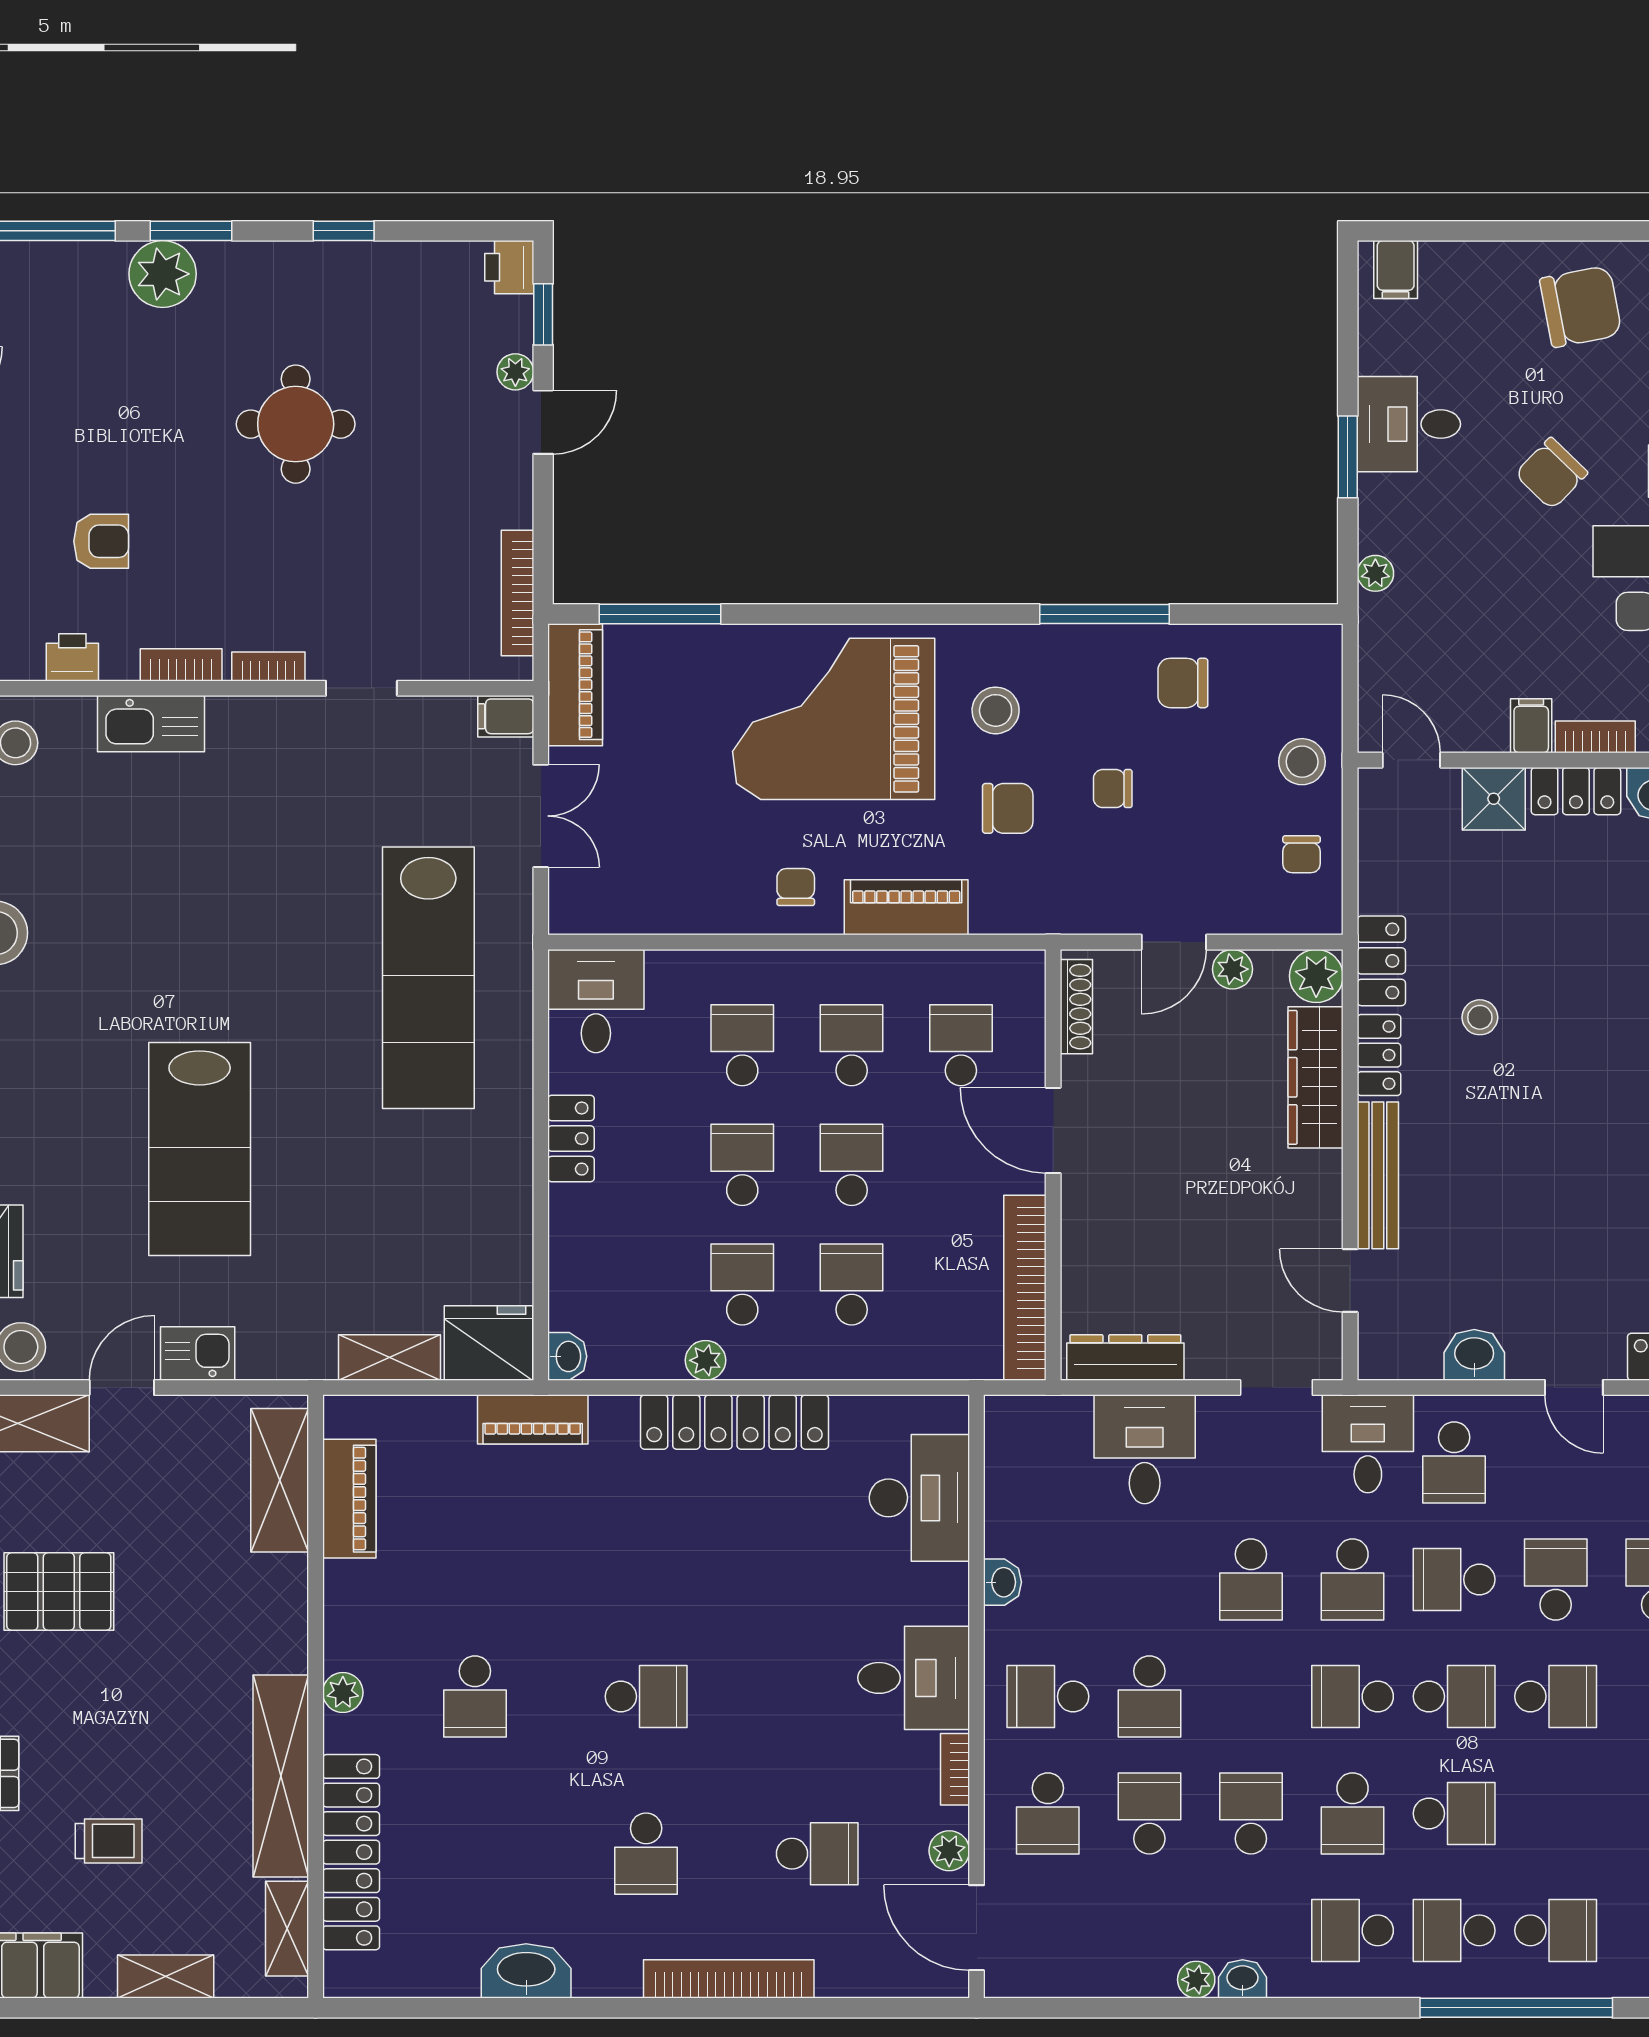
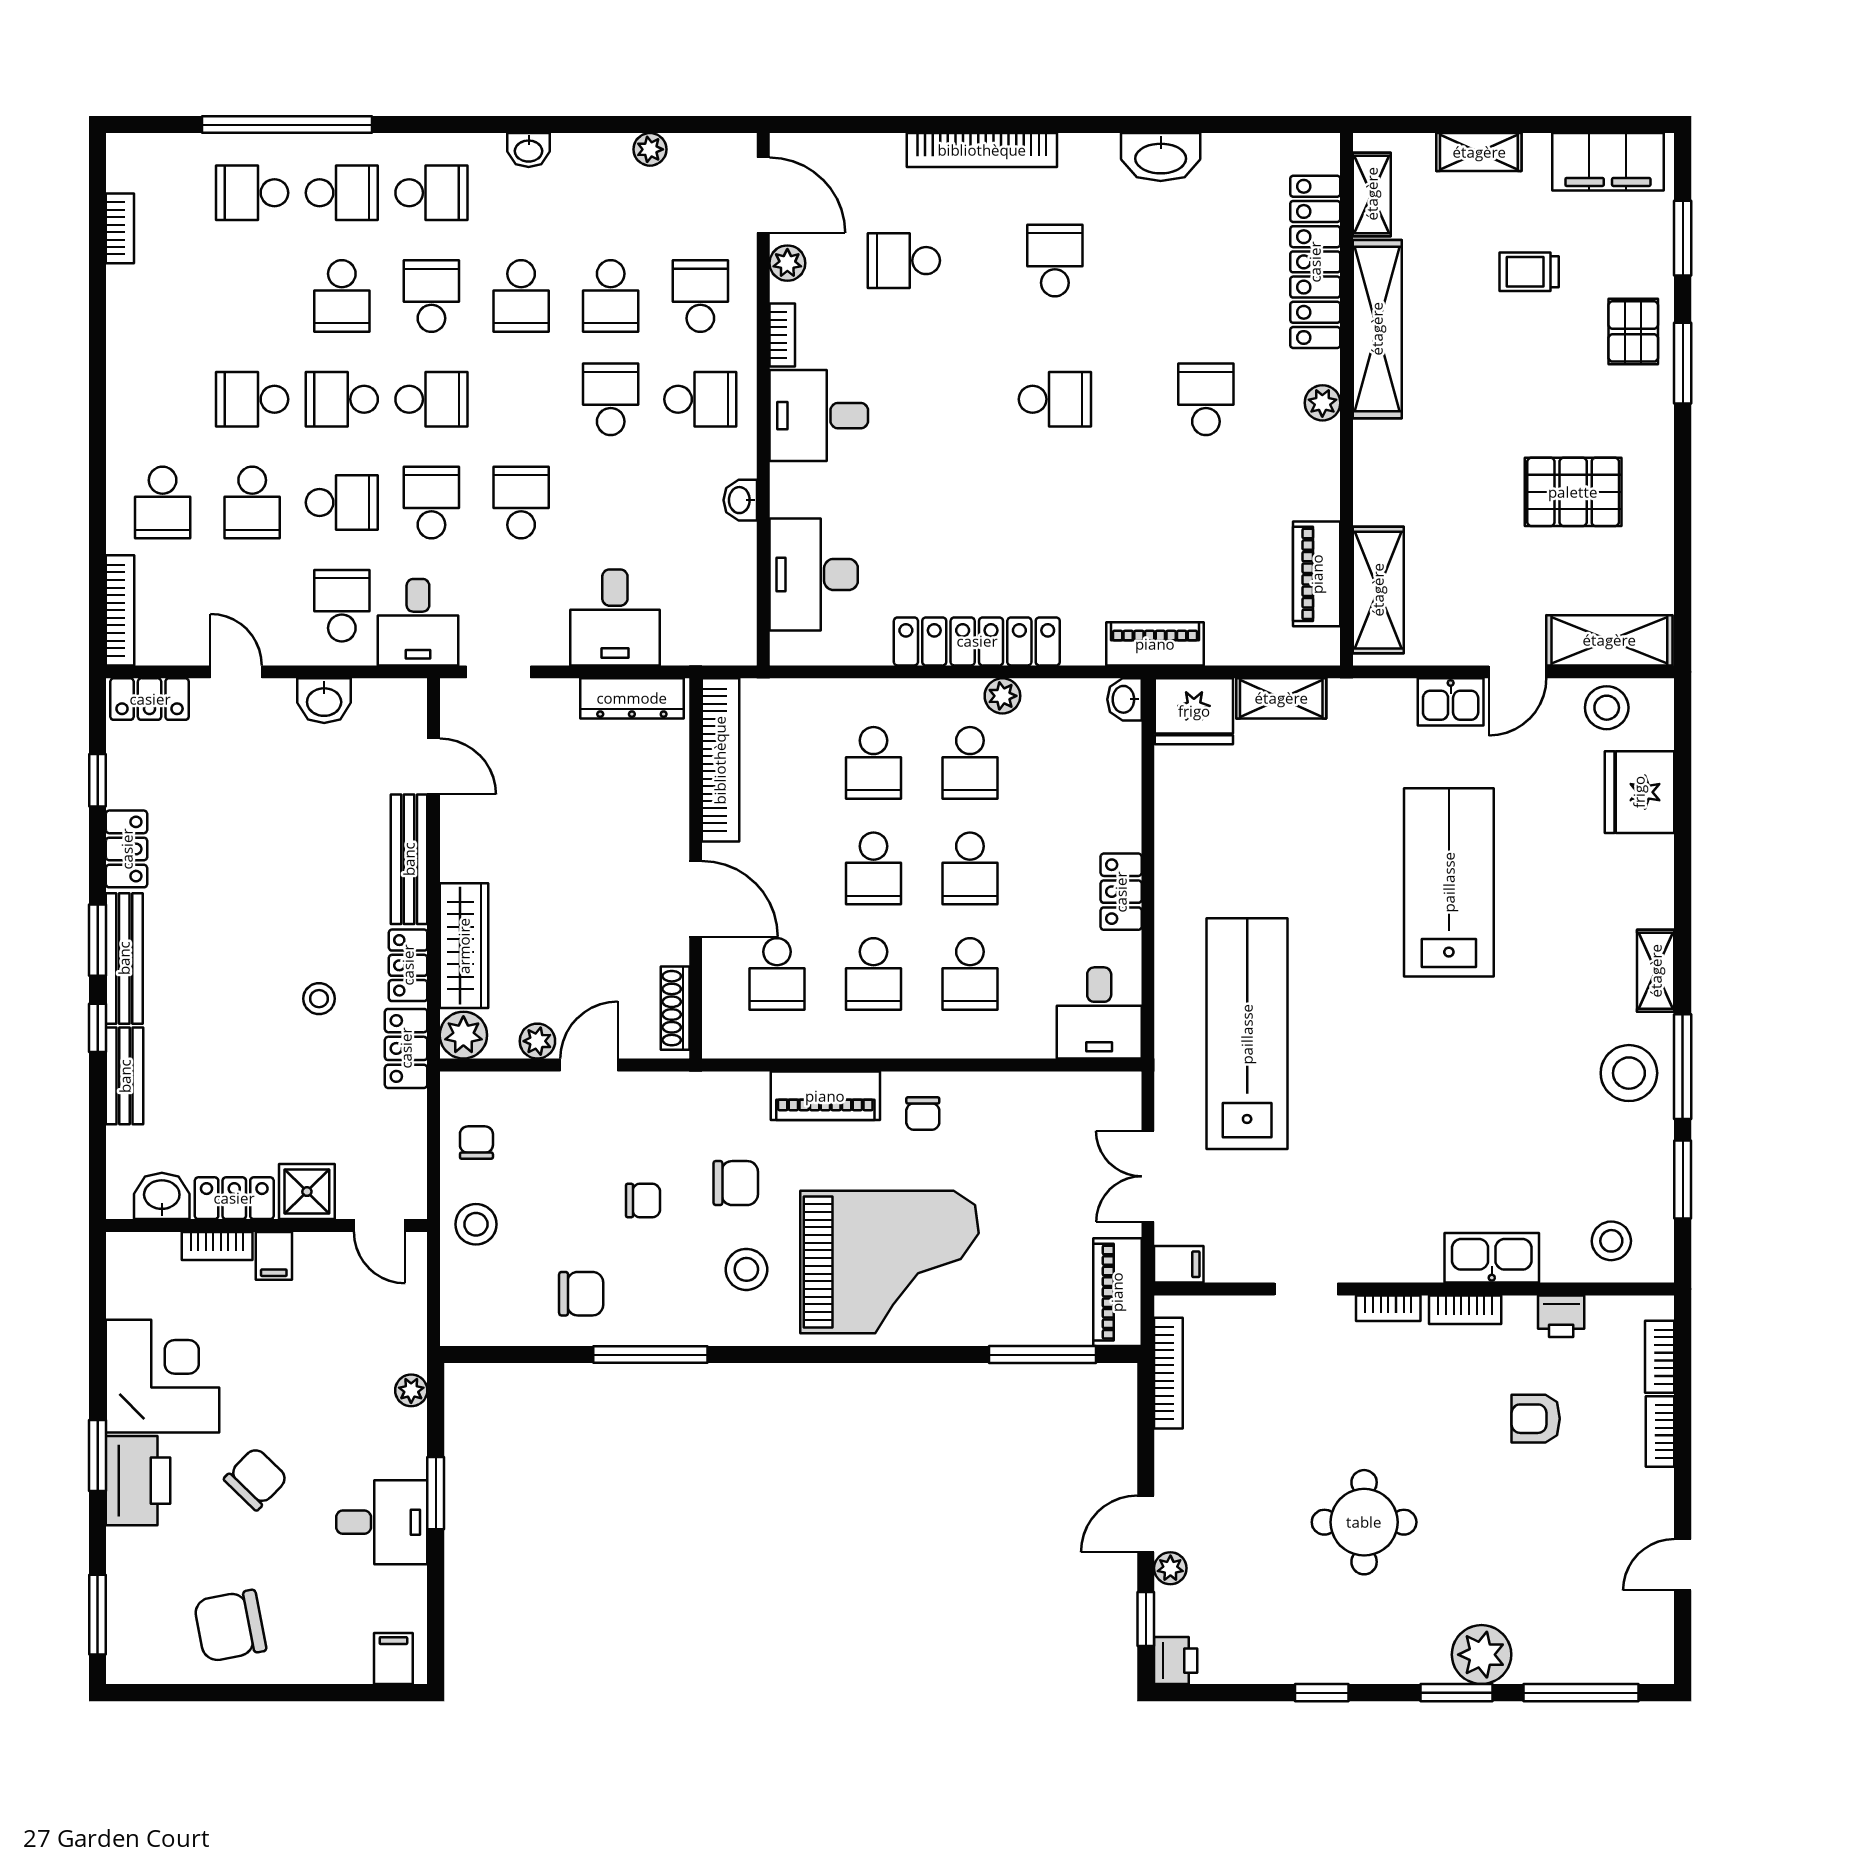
chair: (1008, 808) -> (736, 1183), turned 180
school desk: (646, 1696) -> (1055, 399), turned 180
school desk: (1454, 1813) -> (342, 296), turned -90
plant: (1196, 1980) -> (650, 149), moved

